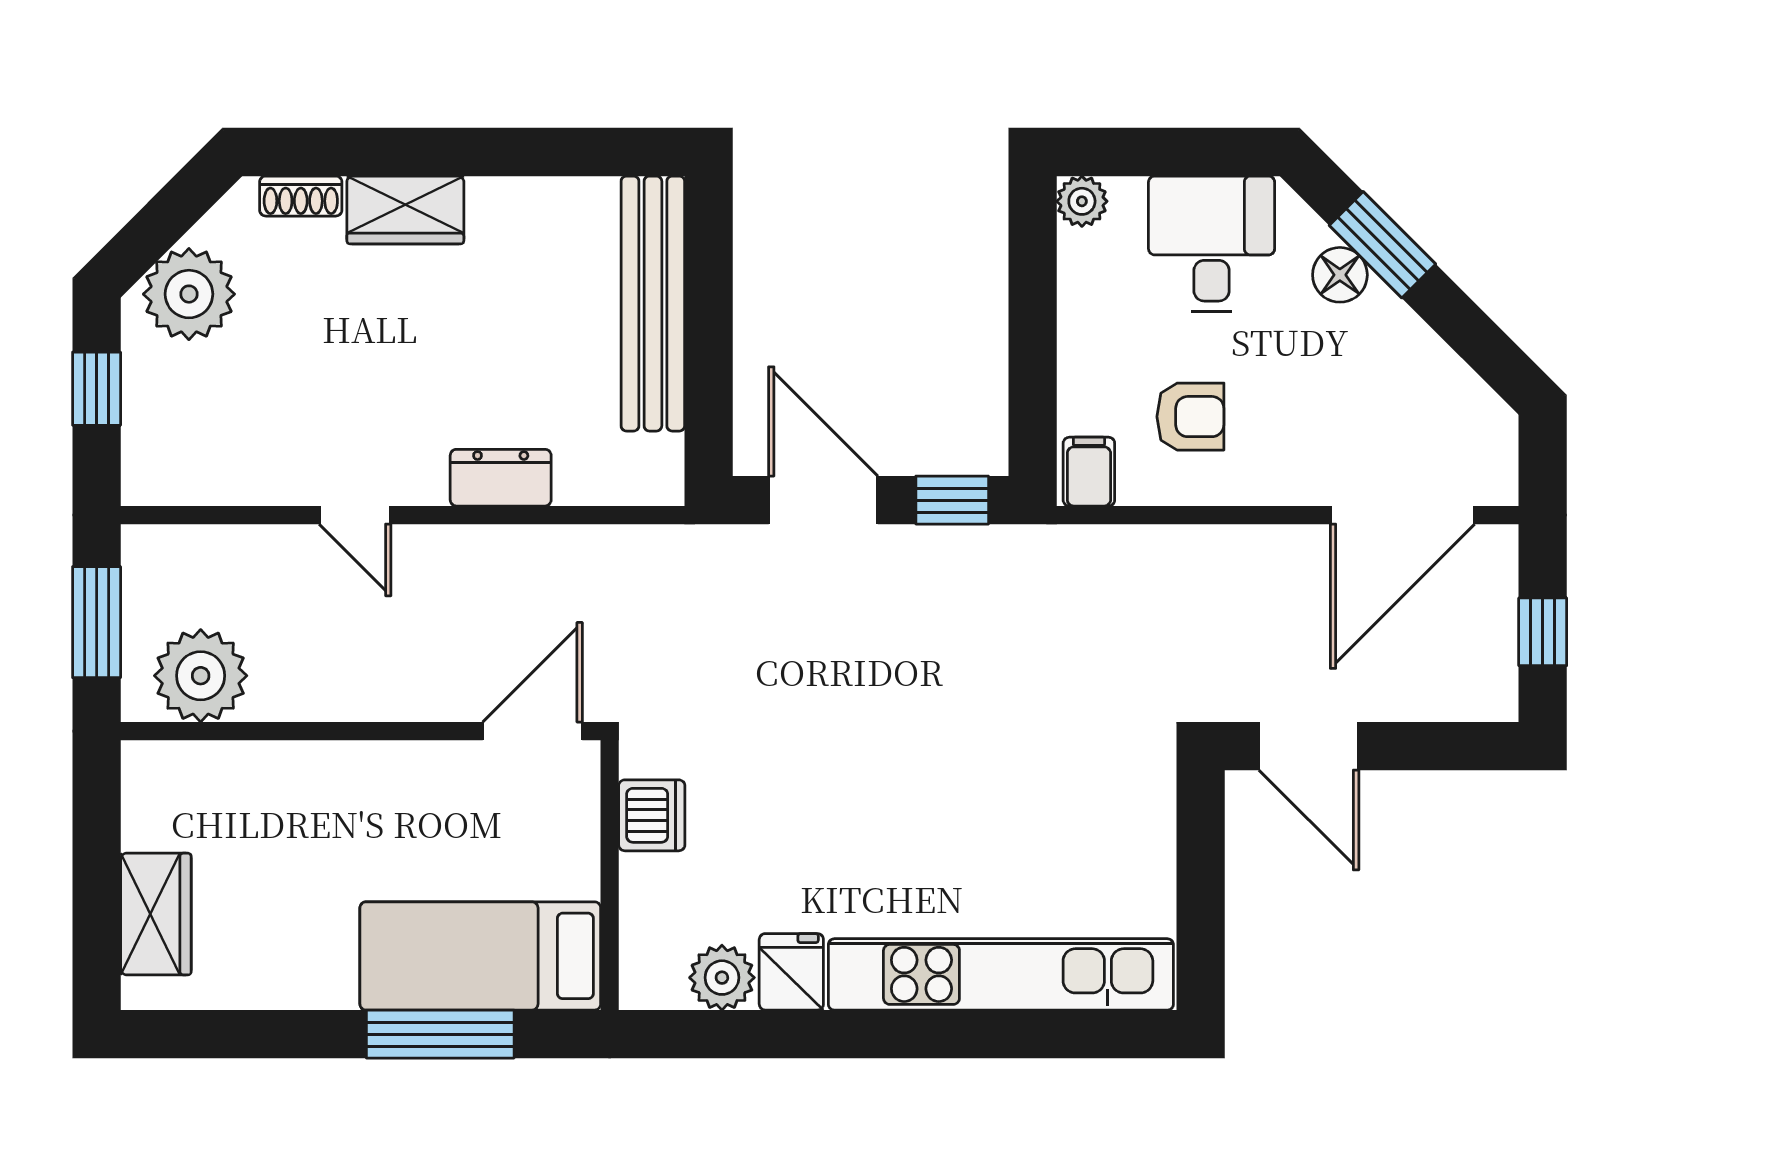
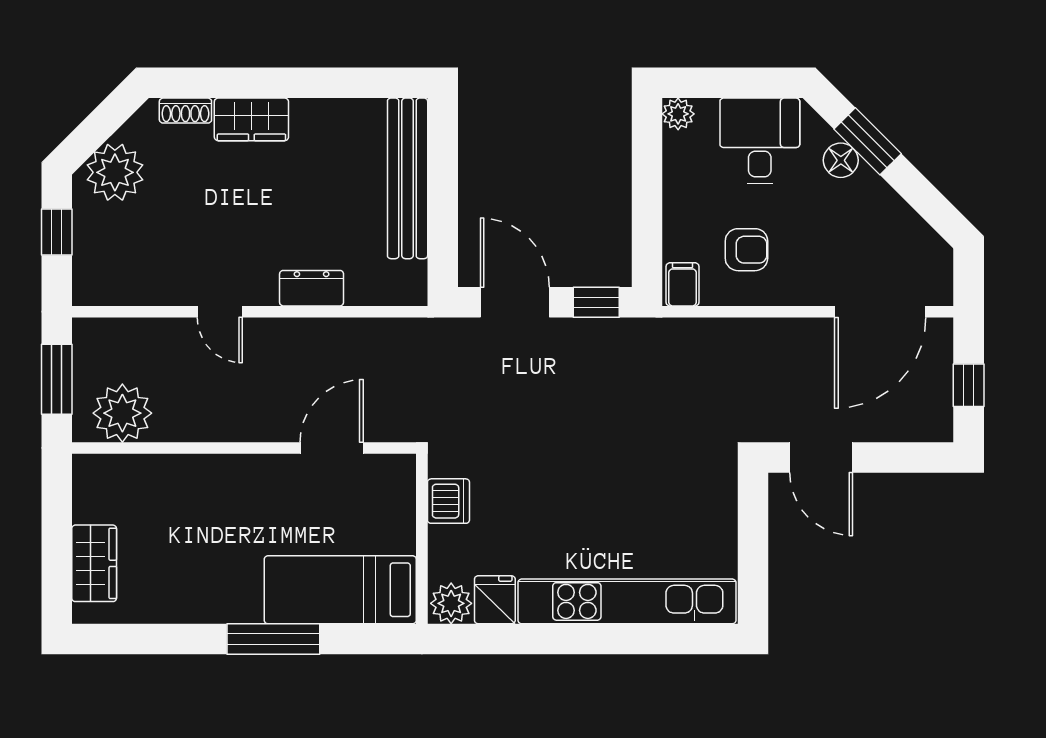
dishwasher: (652, 815) -> (448, 501), moved
wall: (610, 875) -> (422, 539), moved
bed: (480, 956) -> (340, 590), moved

